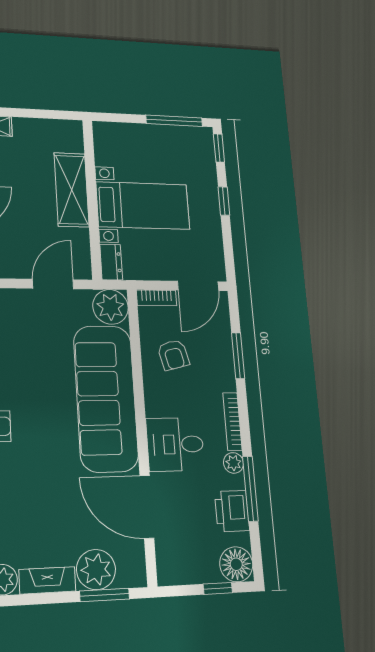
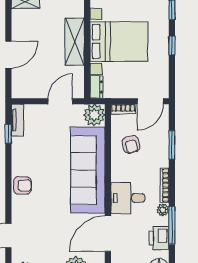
bed with nightstands: (143, 206) -> (119, 41), width x1.36
door: (147, 507) -> (108, 234), hinge flipped

